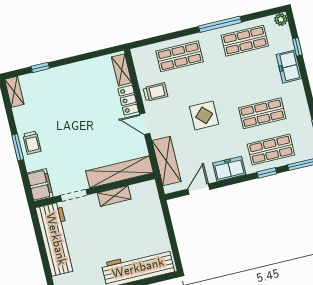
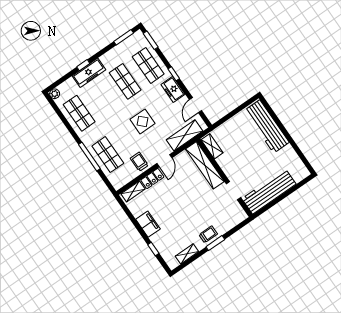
window: (220, 24) -> (89, 157), moved
window: (297, 47) -> (83, 65), moved
freezer: (289, 67) -> (89, 73), width x1.40
shelving: (14, 92) -> (187, 254), moved
window: (267, 173) -> (174, 74), moved
filing cabinet: (40, 185) -> (148, 224), moved, turned 90
door: (199, 189) -> (195, 105), hinge flipped
shelving: (114, 196) -> (212, 146), moved

